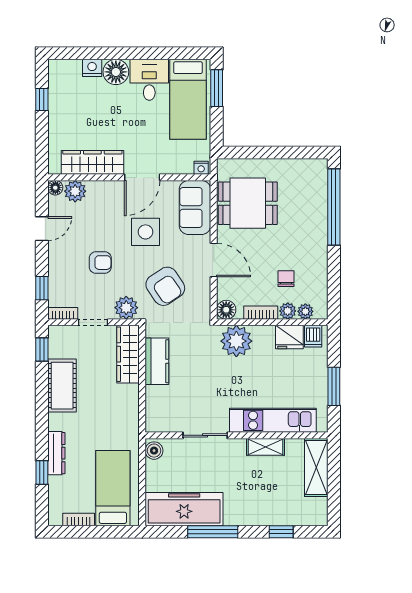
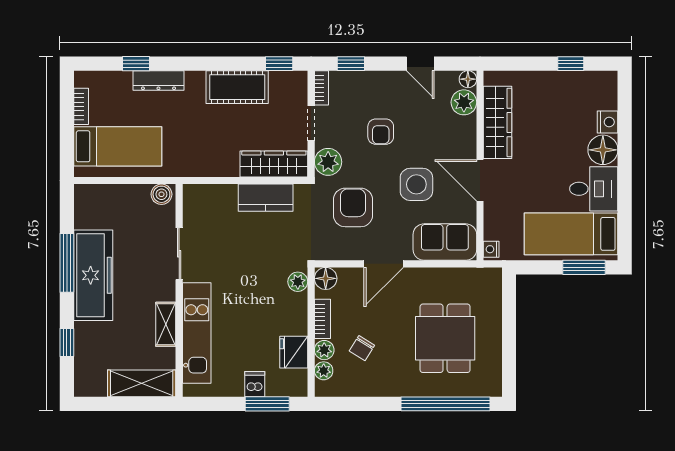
dining table: (248, 203) -> (445, 338), moved
chair: (286, 279) -> (362, 348), turned 122
armchair: (165, 286) -> (353, 207), turned 124
dishwasher: (313, 336) -> (255, 384), moved, turned 90
plant: (236, 341) -> (298, 282), width x0.53, depth x0.53
window: (334, 386) -> (267, 404), moved
freezer: (184, 509) -> (93, 275), moved

